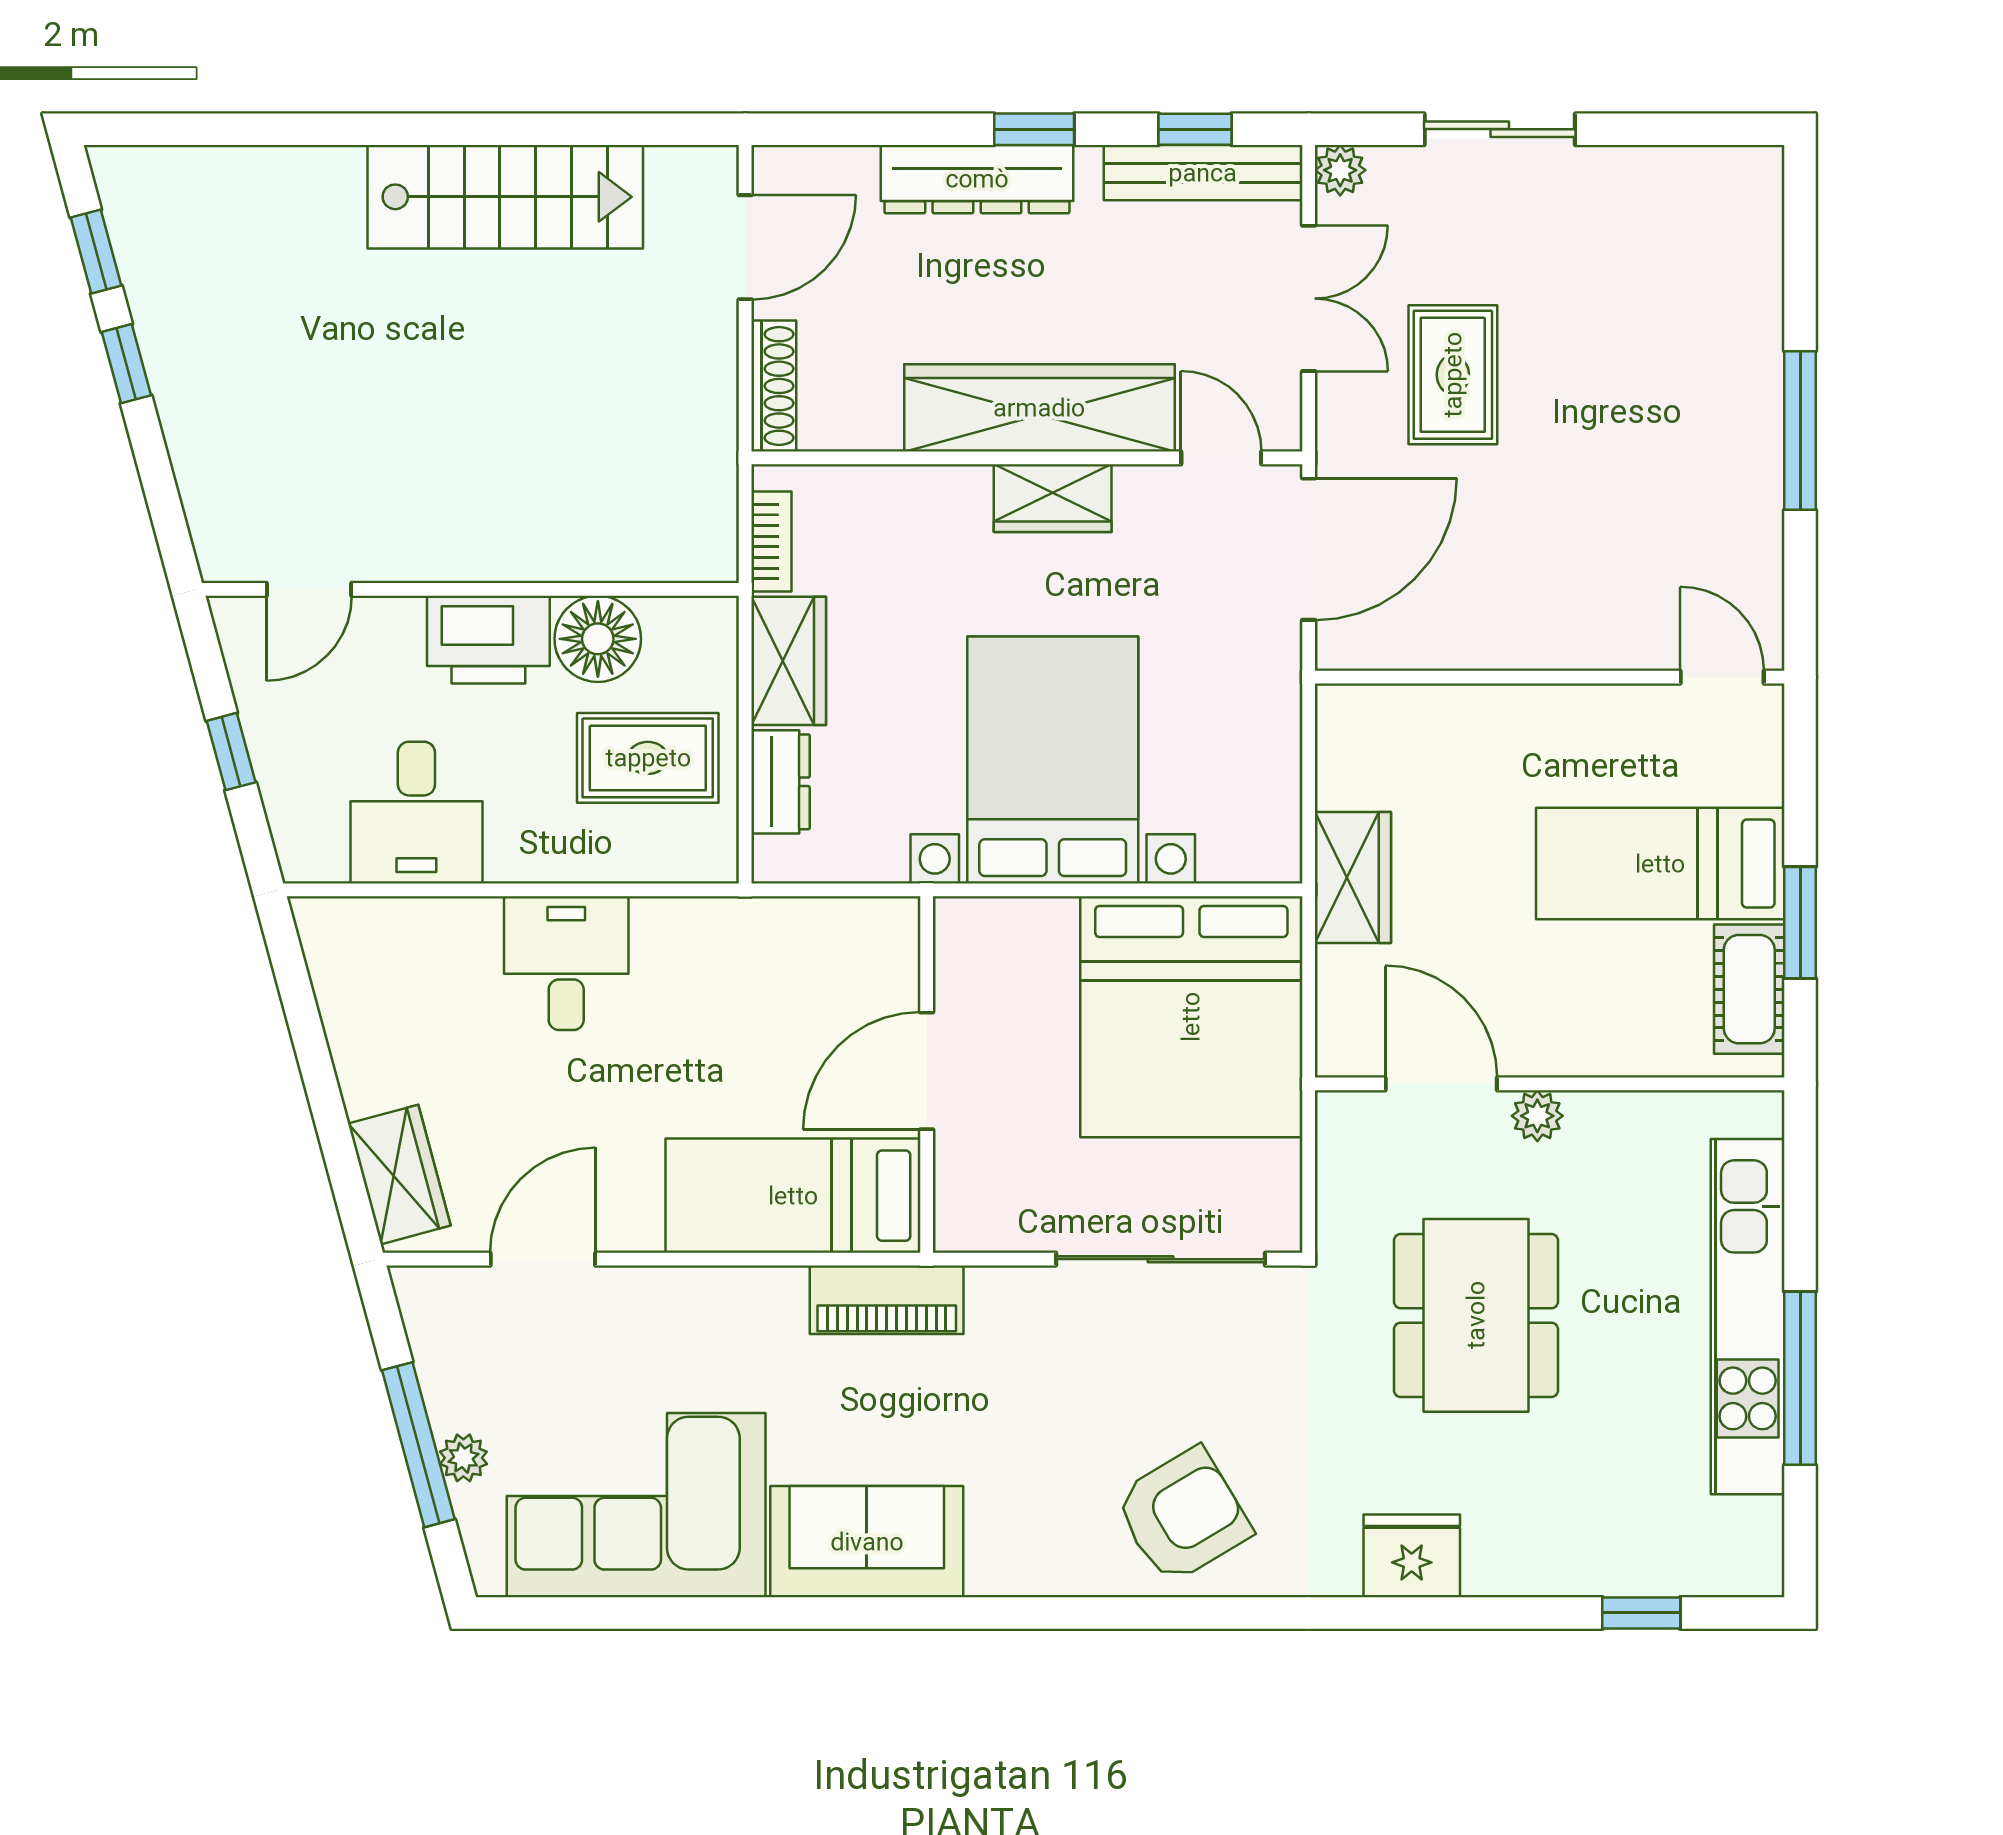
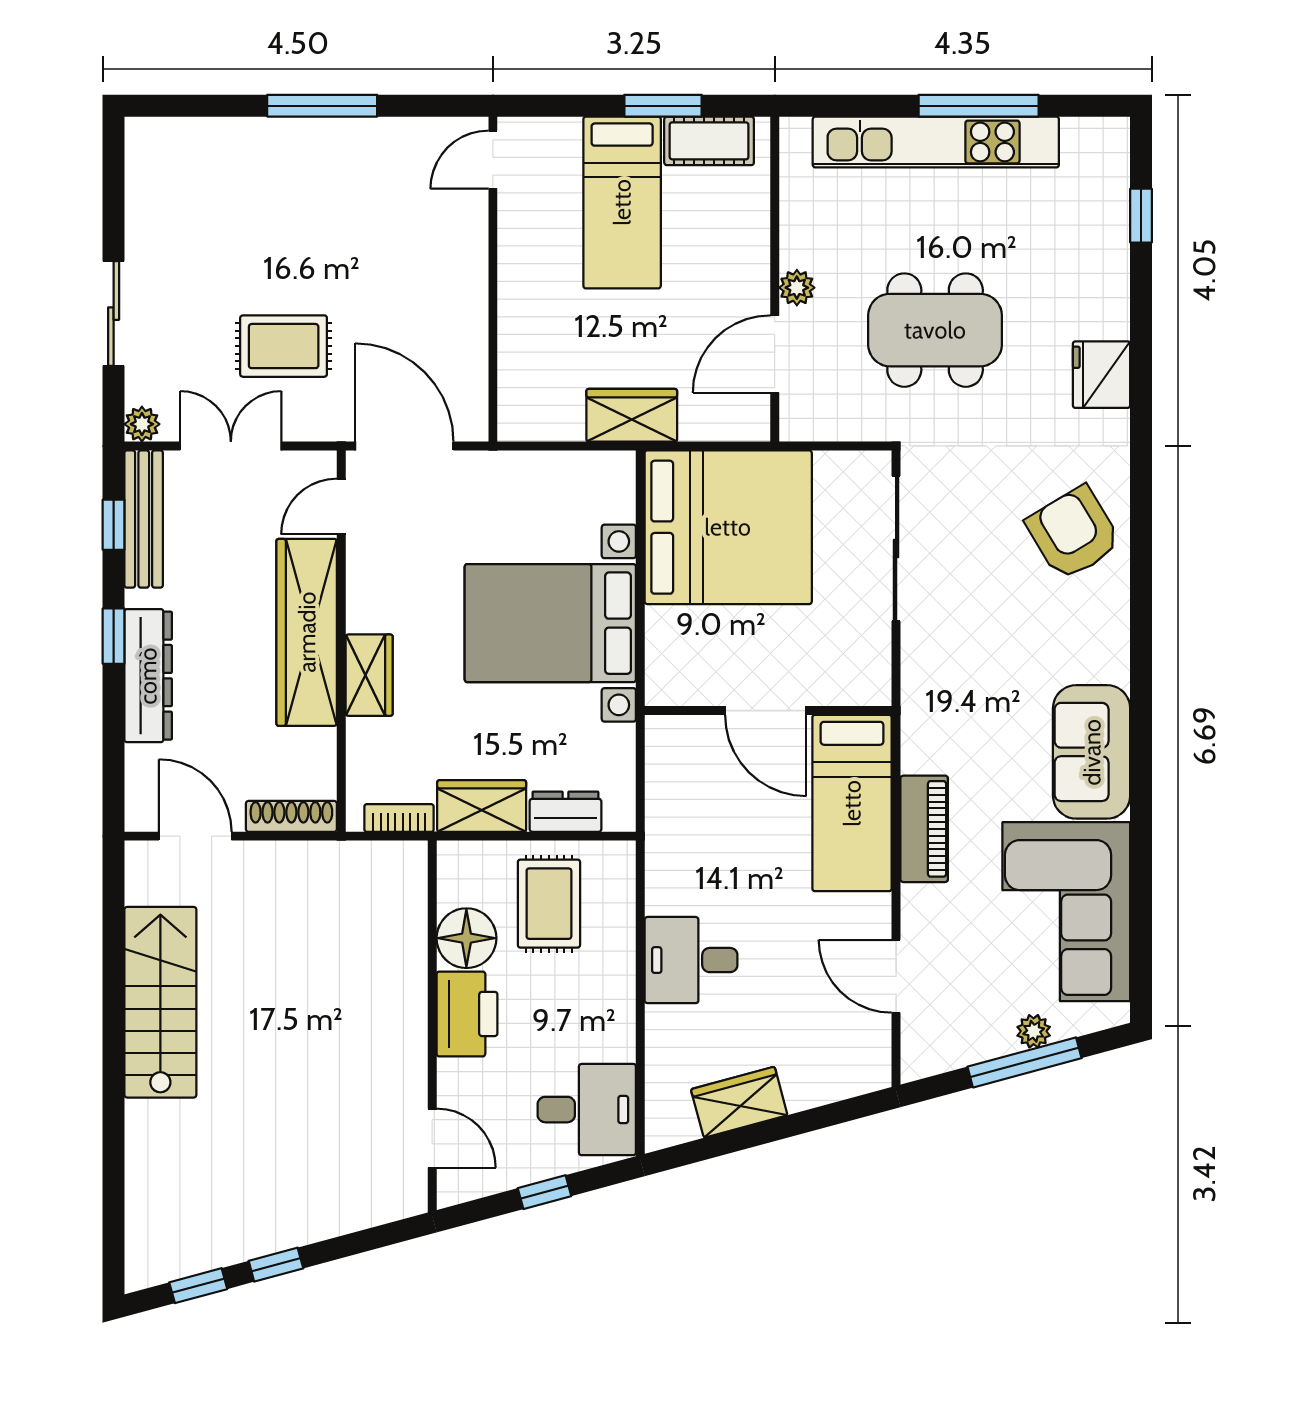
wardrobe: (1053, 498) -> (369, 675), moved
desk: (416, 813) -> (587, 1110), moved
wardrobe: (399, 1175) -> (739, 1102), moved
piano: (887, 1300) -> (924, 829), moved

